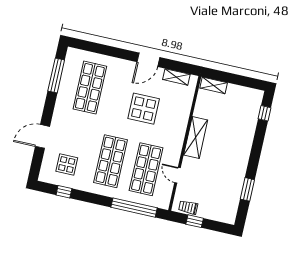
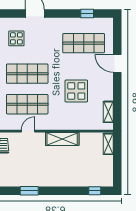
door: (148, 60) -> (117, 63), moved
window: (56, 76) -> (87, 13), width x0.46

